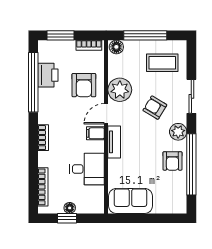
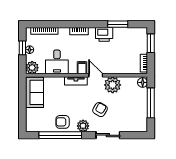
coffee table: (162, 63) -> (132, 115), removed
printer: (48, 75) -> (104, 34), moved
window: (33, 82) -> (118, 24), width x0.47
armchair: (84, 85) -> (116, 60), removed
plant: (95, 204) -> (32, 68), added

